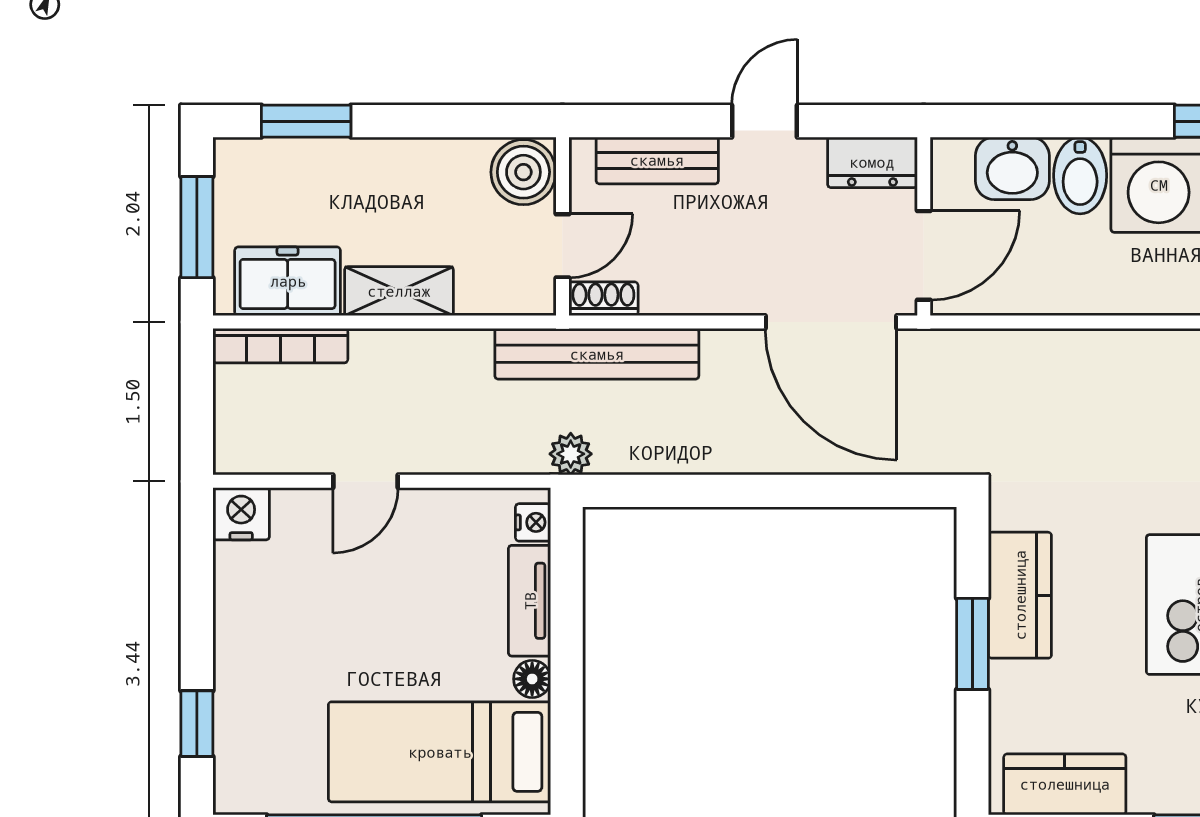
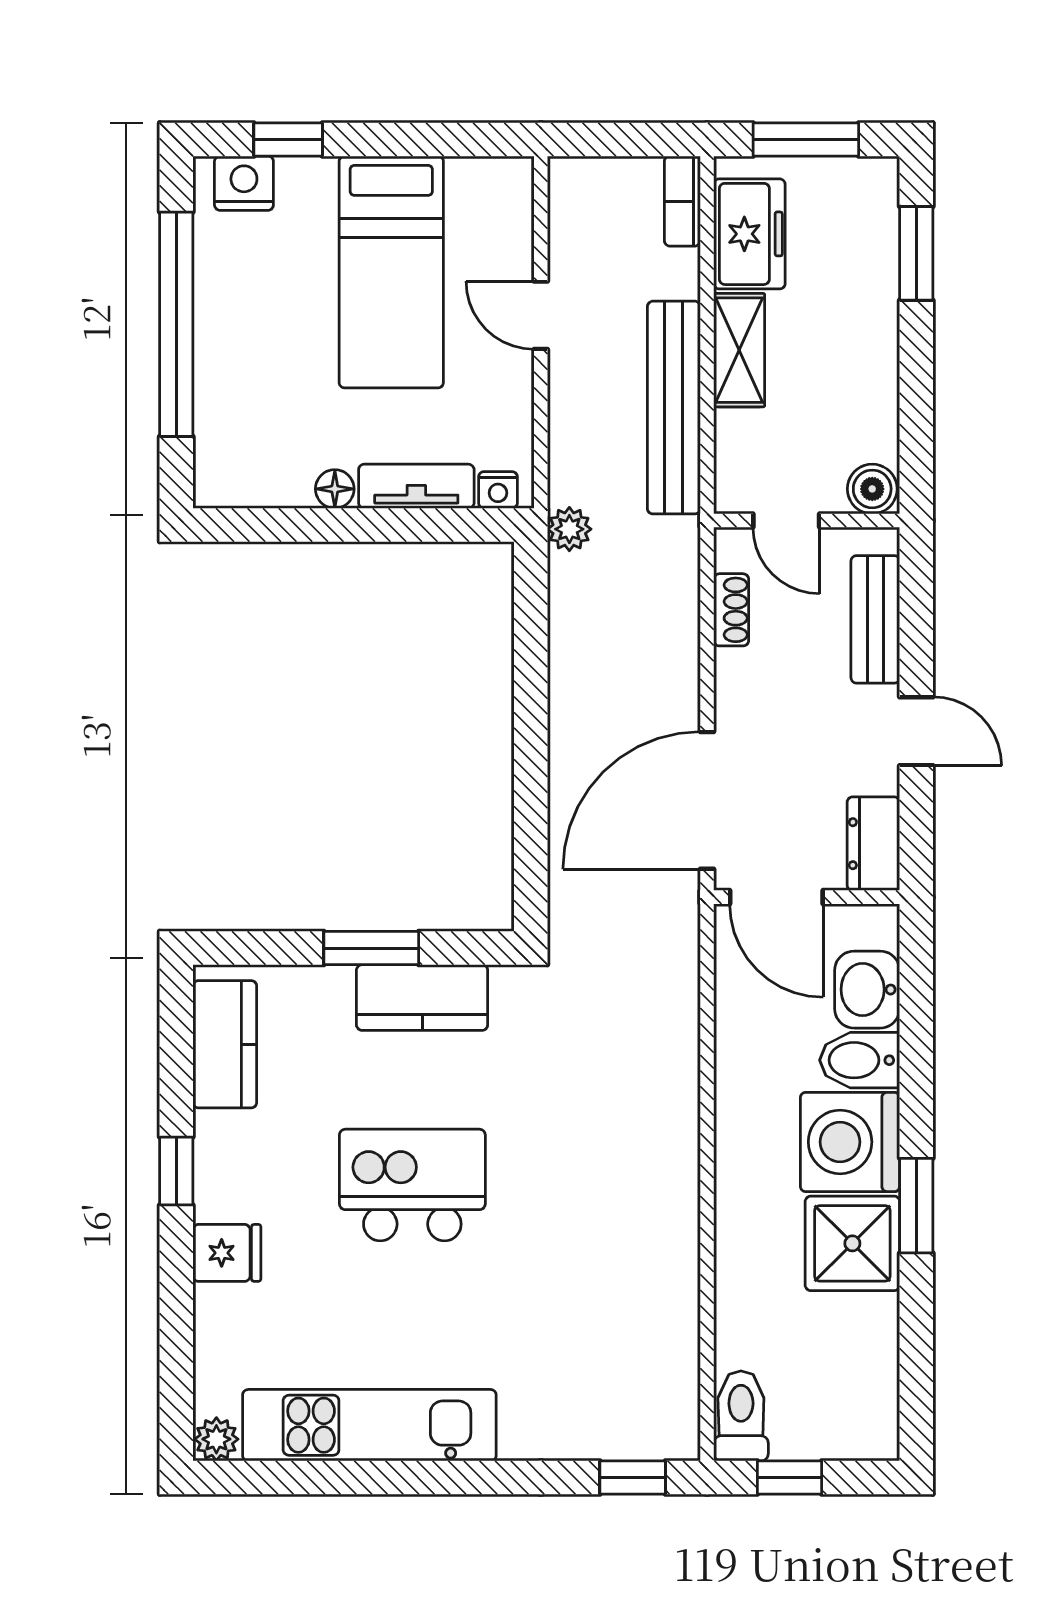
boiler: (523, 172) -> (872, 489), width x0.73, depth x0.73
shoe rack: (603, 299) -> (731, 610), moved
bookcase: (280, 346) -> (682, 201), width x0.64
bench: (597, 354) -> (674, 408), moved
nightstand: (241, 514) -> (244, 183), moved, turned -90
bed: (440, 752) -> (391, 272), moved, turned 180

